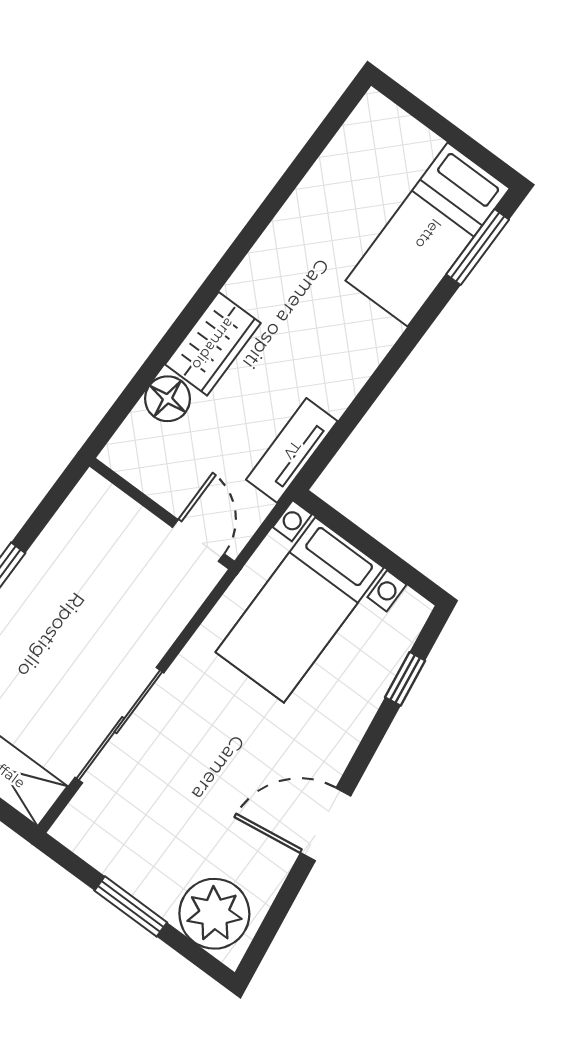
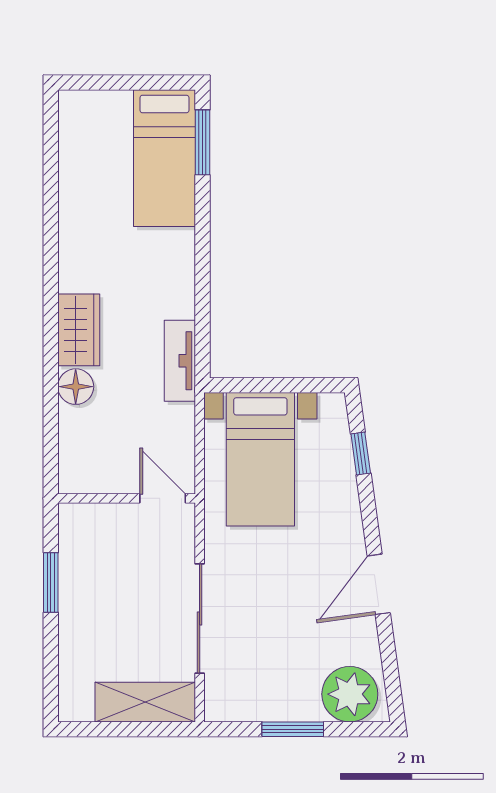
wall: (162, 514) -> (127, 498), moved
door: (198, 540) -> (163, 498), moved

